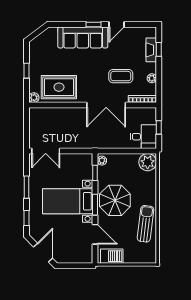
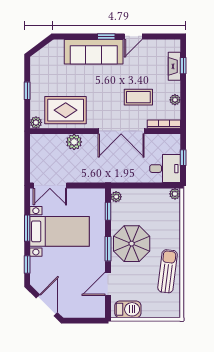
plant: (66, 114) -> (74, 142), added
plant: (148, 162) -> (175, 194), width x0.53, depth x0.53
bed with nightstands: (68, 201) -> (59, 231), moved, turned 180
door: (95, 234) -> (108, 284), swing flipped

